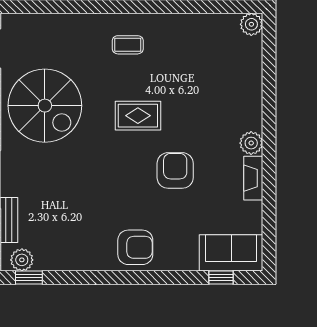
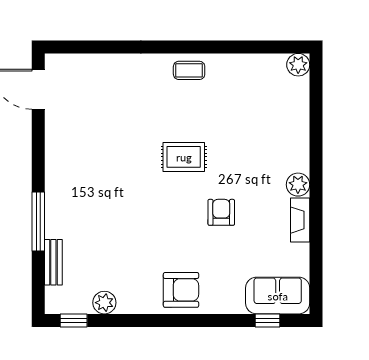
coffee table: (128, 45) -> (189, 70), moved
spiral stairs: (45, 106) -> (90, 147), removed
armchair: (175, 170) -> (221, 212), width x0.72, depth x0.72
plant: (22, 260) -> (104, 303), moved

